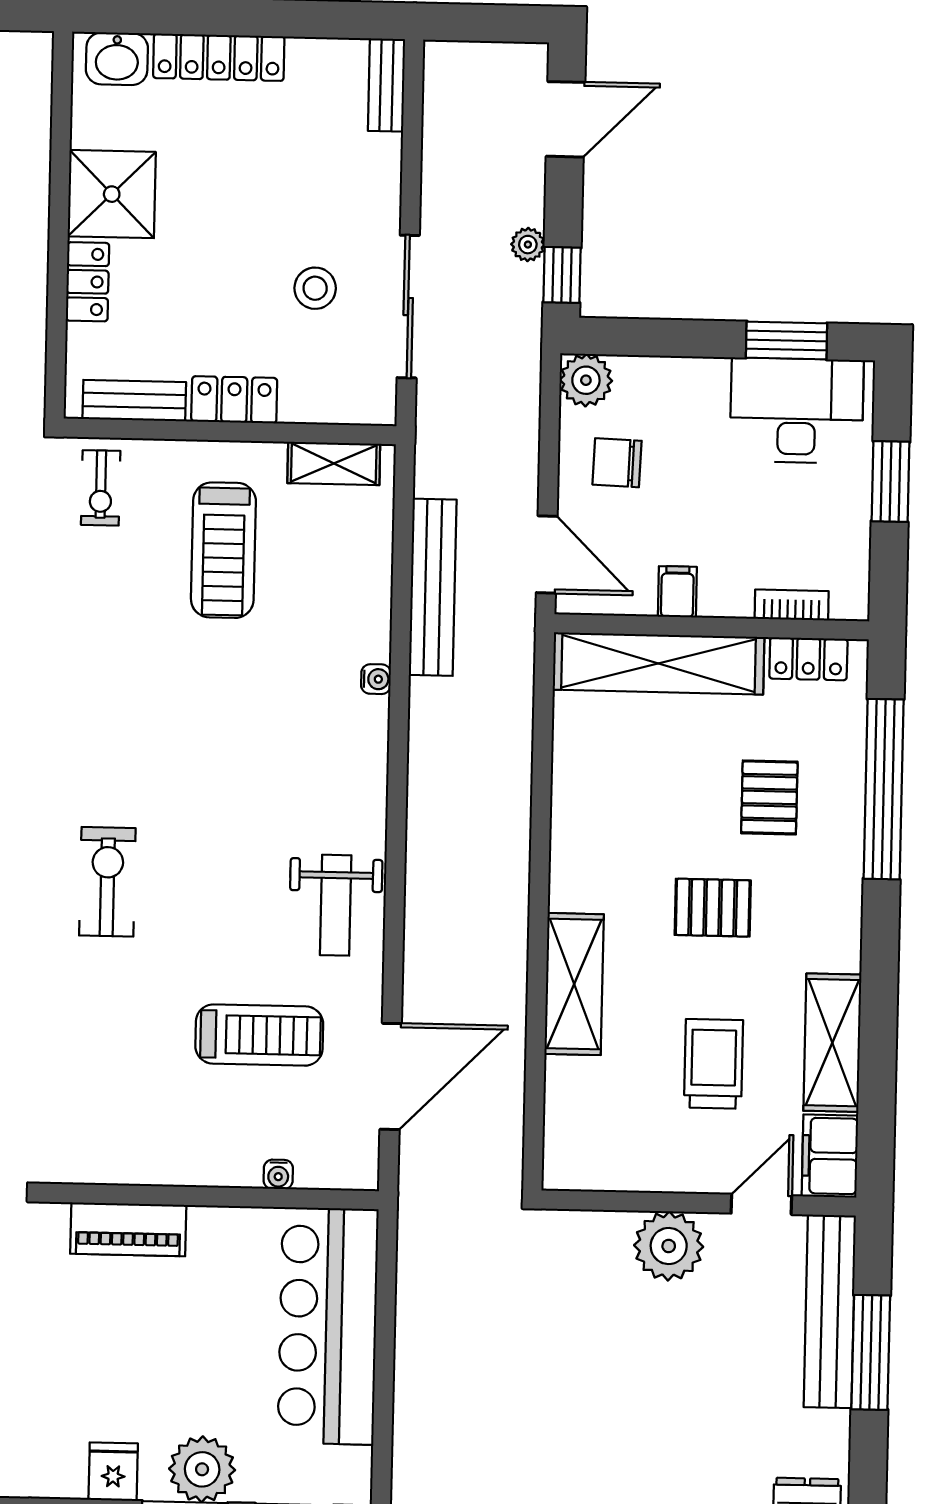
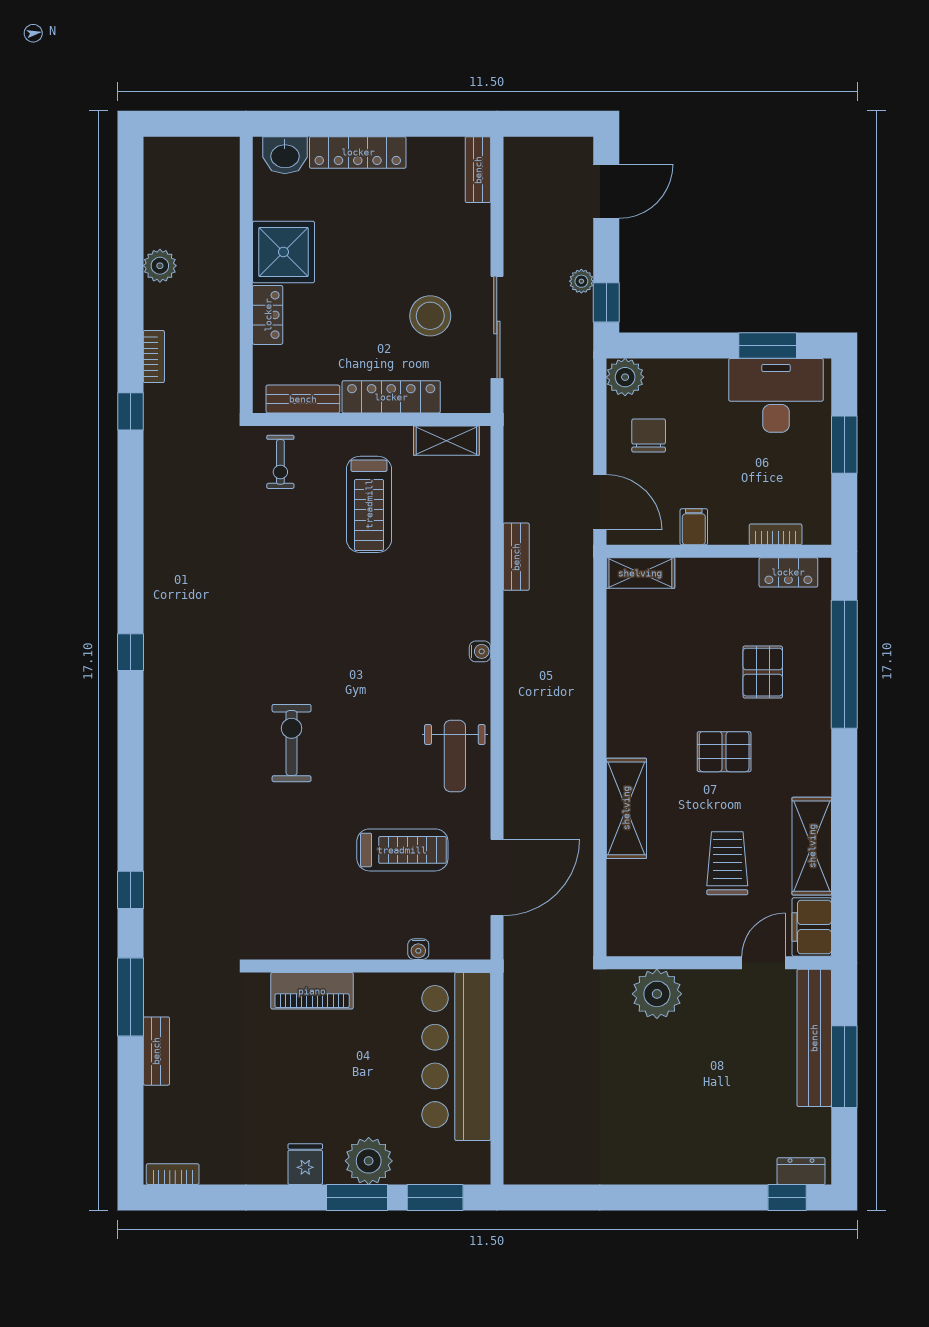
stool: (315, 288) -> (430, 316), width x1.38, depth x1.38
locker: (234, 400) -> (391, 397), width x1.53
chair: (617, 463) -> (649, 436), turned 88
bench: (433, 587) -> (516, 557), width x0.54, depth x0.82
shelving: (658, 663) -> (640, 573), width x0.45, depth x0.75
water cooler: (376, 679) -> (480, 651), moved
plant: (669, 1246) -> (657, 994), moved

